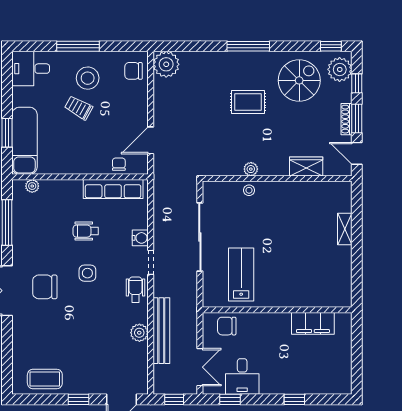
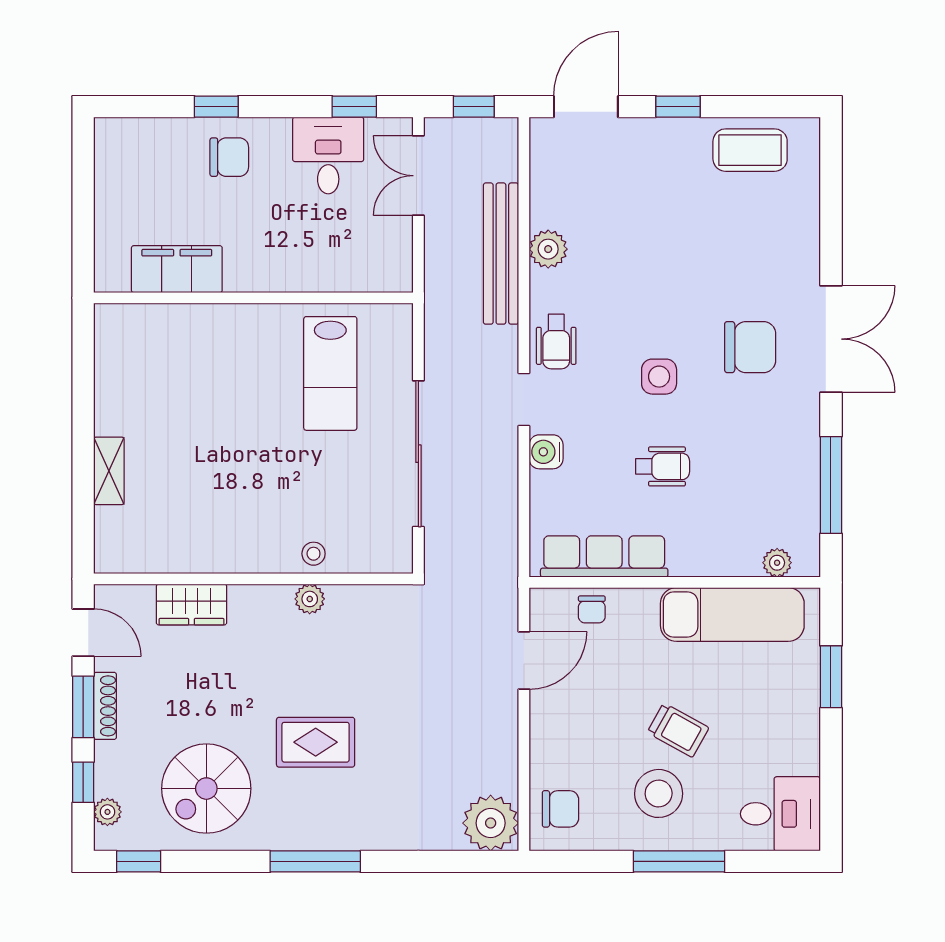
plant: (340, 69) -> (107, 812), width x0.53, depth x0.53
exam couch: (24, 141) -> (732, 614), moved, turned -90
chair: (227, 326) -> (229, 157), moved

